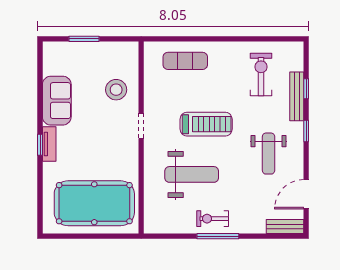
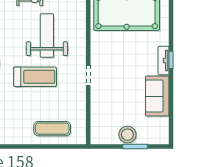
stool: (116, 90) -> (127, 135), moved
treadmill: (206, 124) -> (35, 77), turned 180
weight bench: (192, 174) -> (47, 36), turned 90

